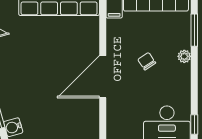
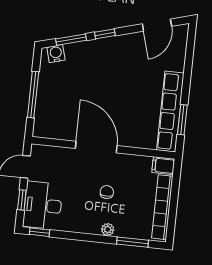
chair: (147, 61) -> (107, 192), turned -56

